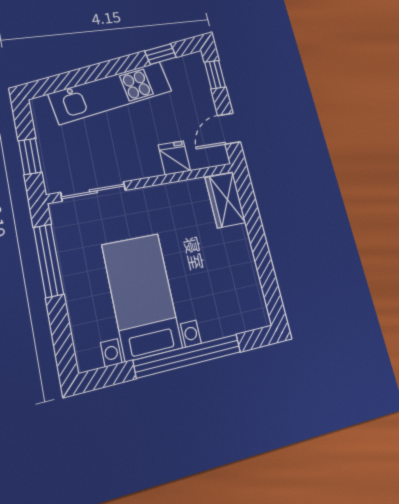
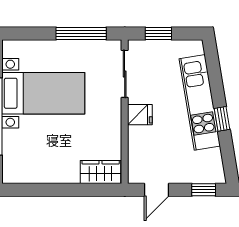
window: (161, 54) -> (222, 119), moved
door: (229, 129) -> (157, 190), swing flipped
fridge: (174, 158) -> (140, 115), moved

